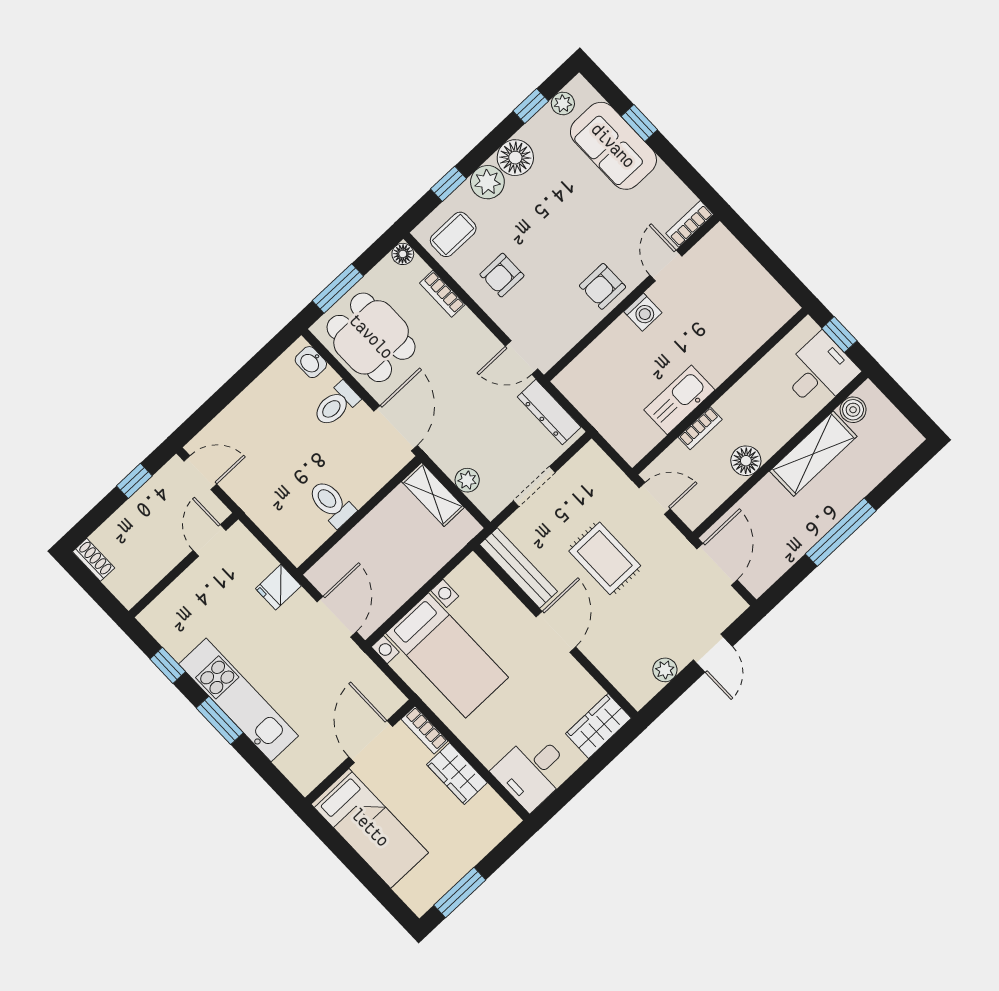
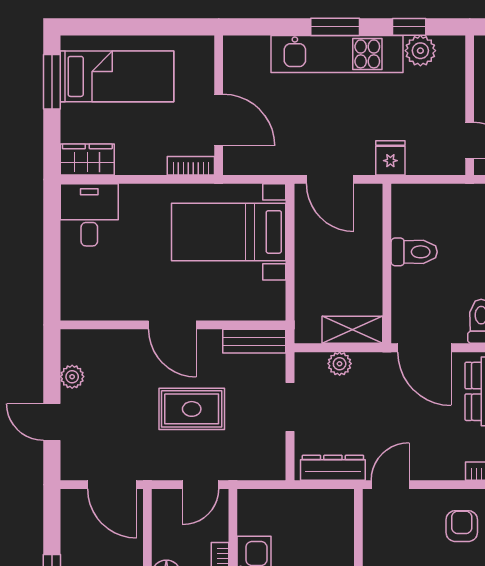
bench: (518, 568) -> (254, 341), width x0.73
plant: (177, 640) -> (420, 51), added
wardrobe: (598, 726) -> (77, 292), removed
wardrobe: (457, 774) -> (87, 160), moved
bed: (370, 828) -> (117, 76), moved, turned 180

